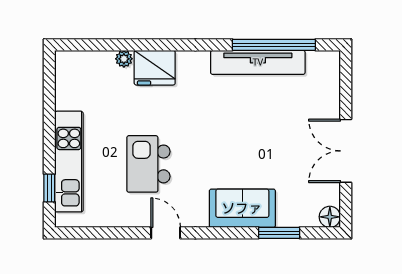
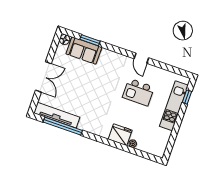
tv unit: (258, 62) -> (57, 115), moved
double door: (346, 151) -> (43, 77), moved
kitchen island: (148, 164) -> (138, 92), turned 90
sofa: (242, 208) -> (84, 51), moved

